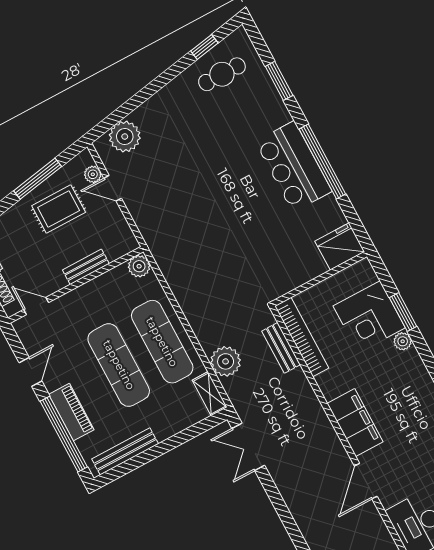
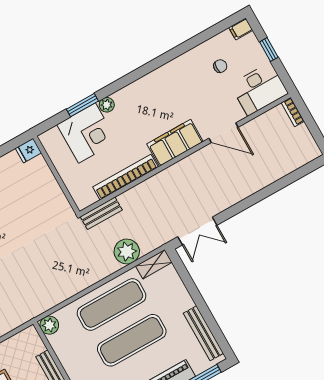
fridge: (340, 246) -> (28, 151), width x0.53, depth x0.75
bookcase: (302, 337) -> (126, 177), moved
bench: (281, 348) -> (101, 213), moved

